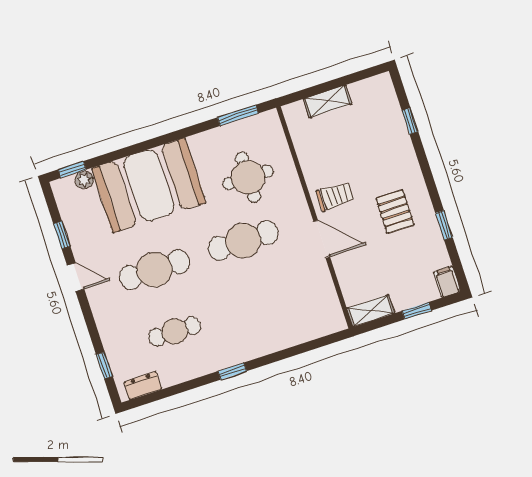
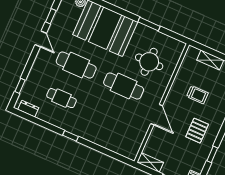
window: (238, 115) -> (149, 24), moved
trolley: (335, 196) -> (197, 95), moved

